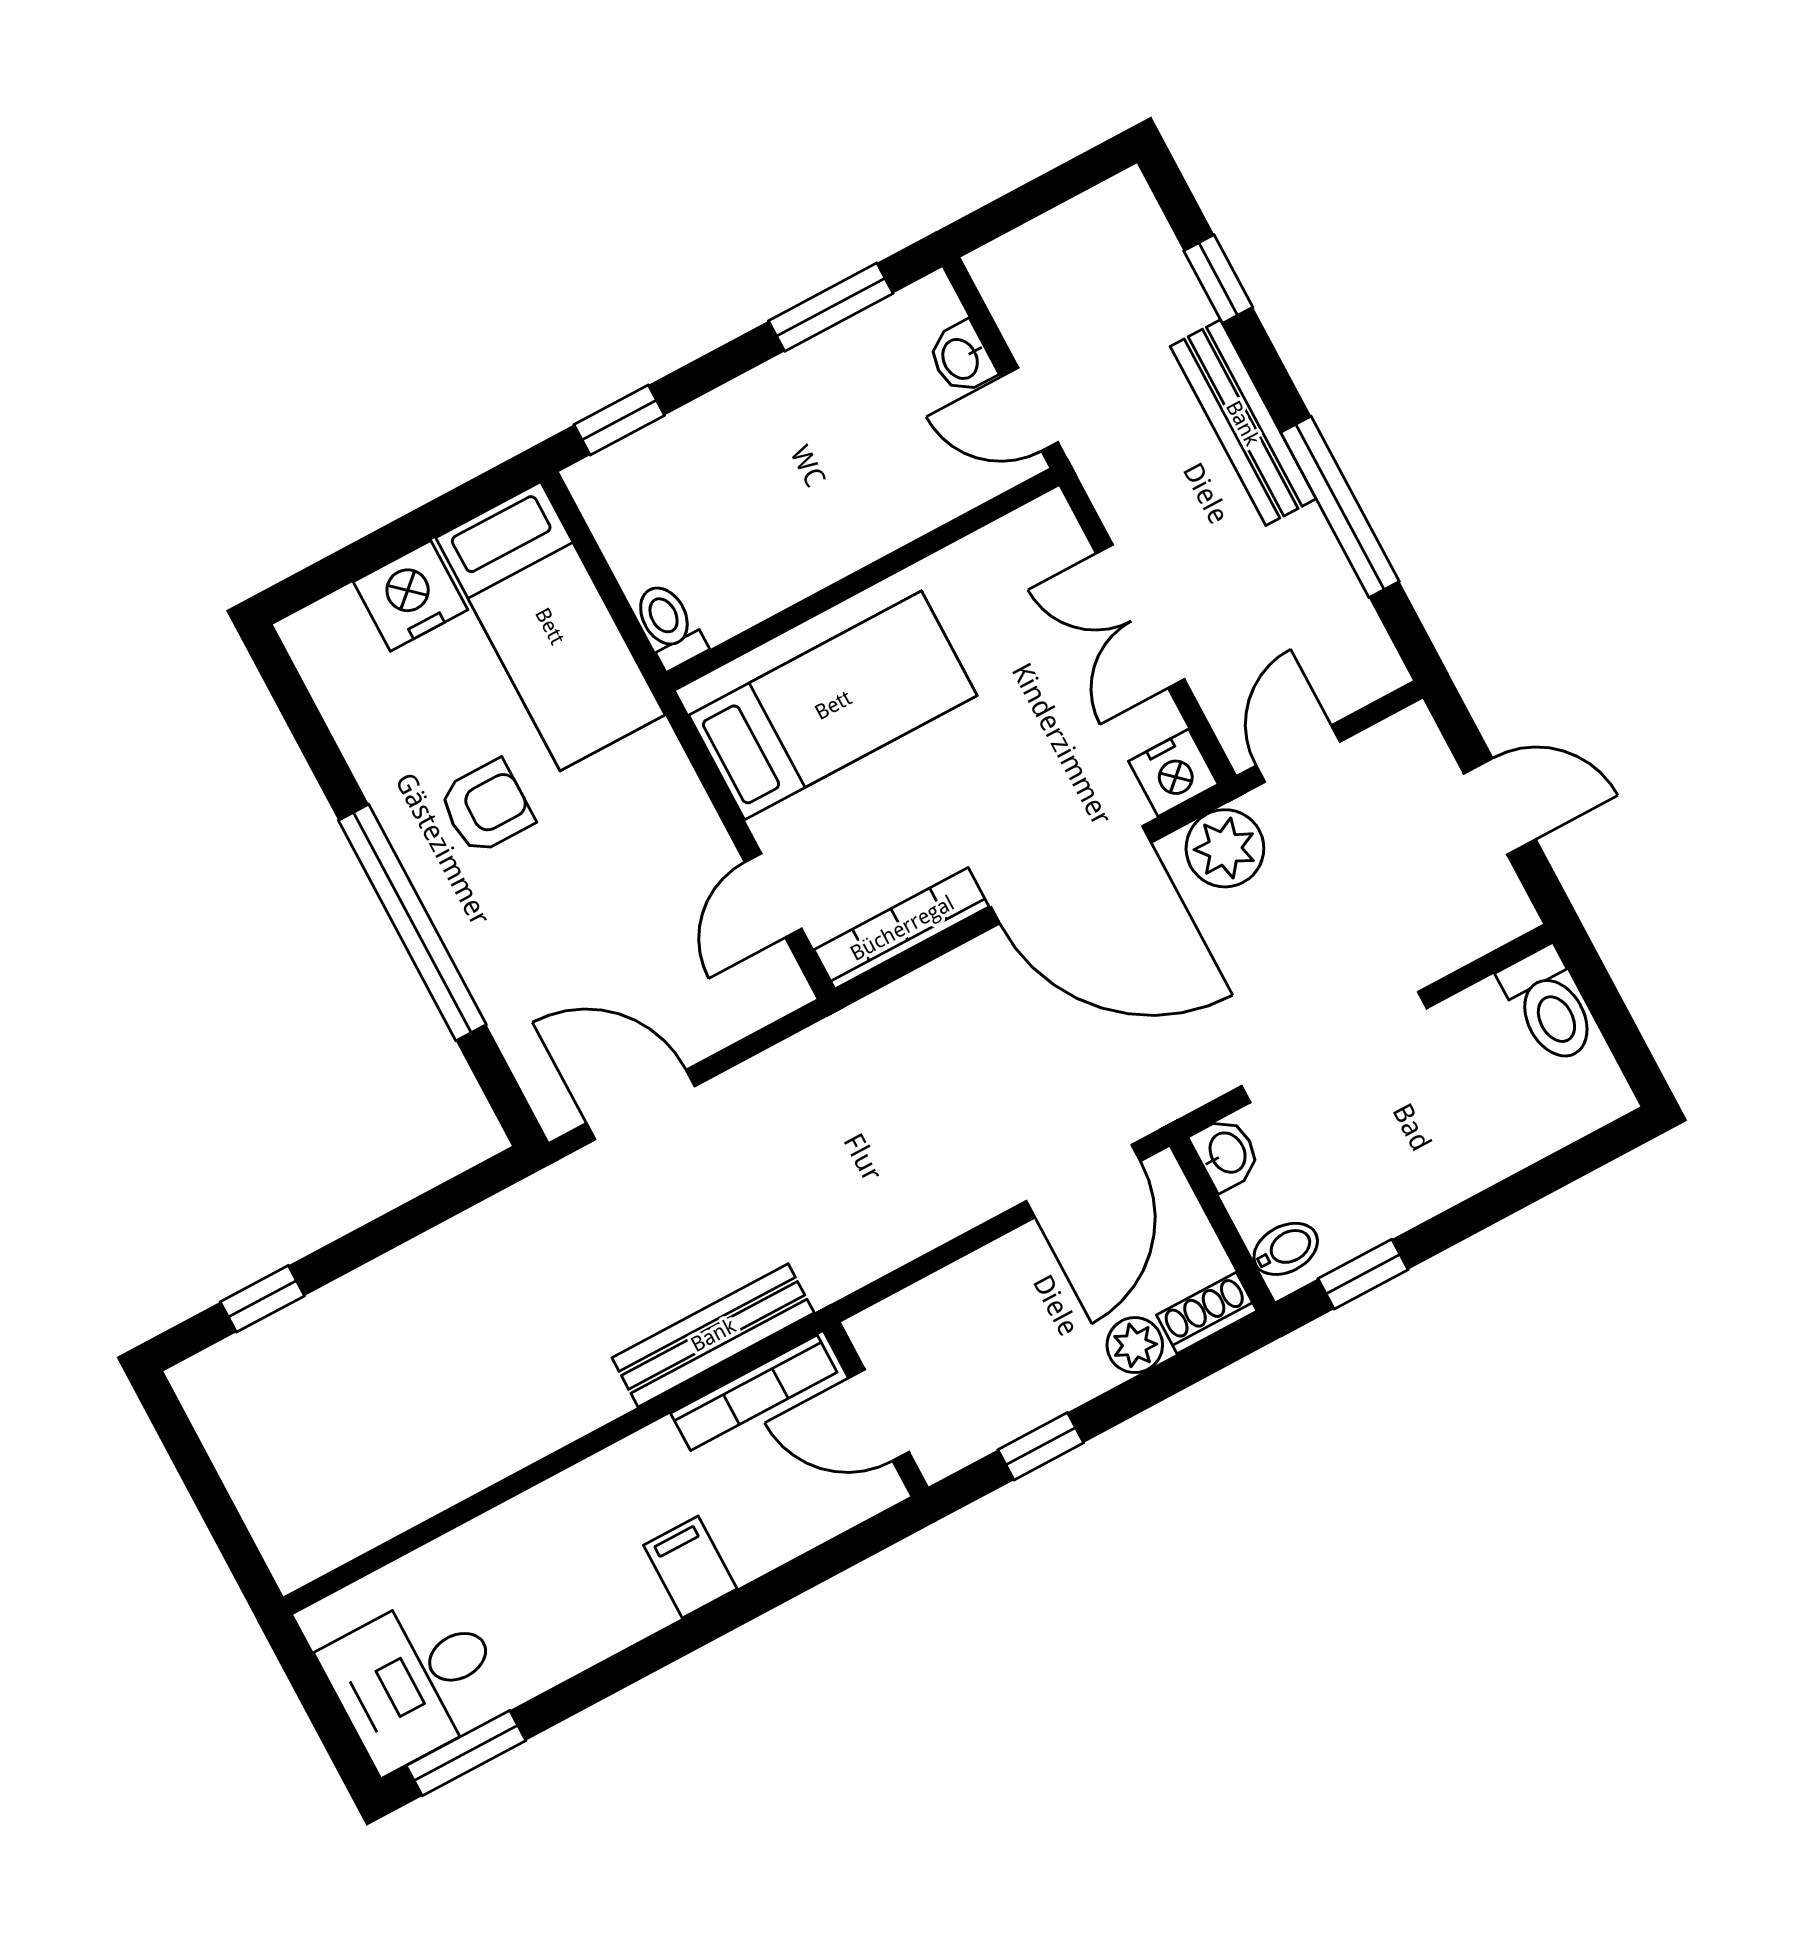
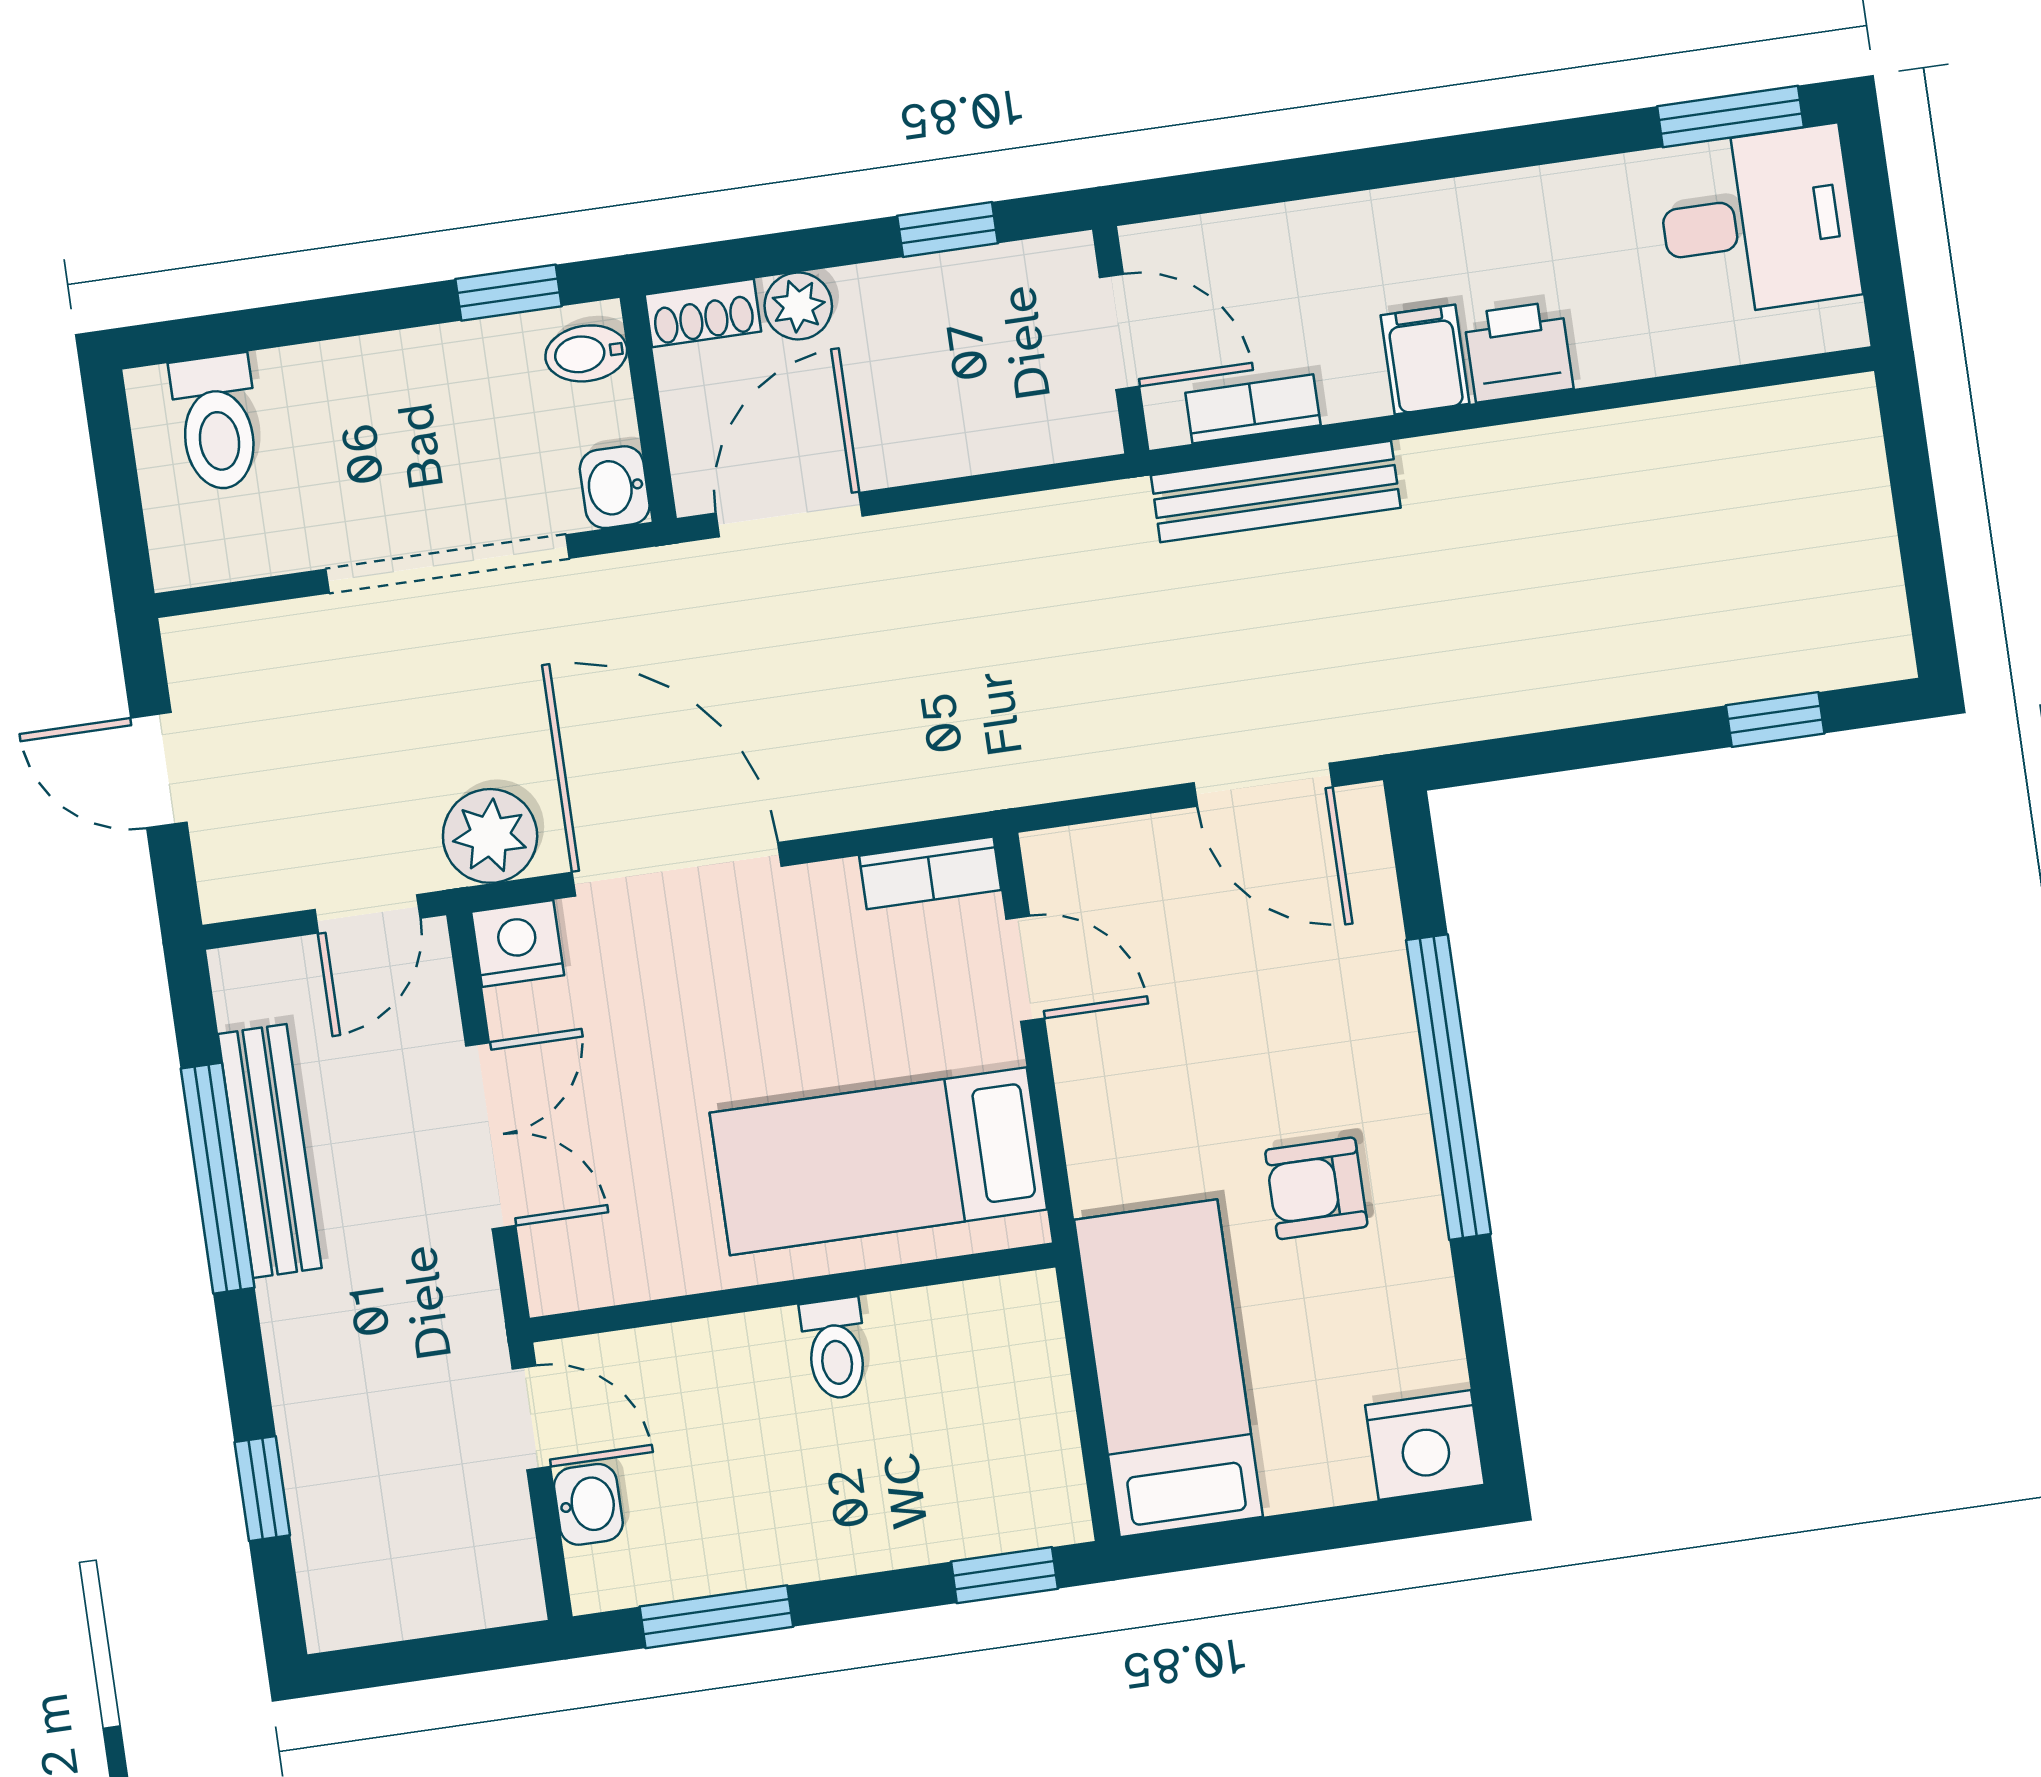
bench: (1243, 423) -> (270, 1151), moved
nightstand: (411, 596) -> (1425, 1445), moved
toilet: (669, 625) -> (835, 1349), moved
door: (773, 896) -> (1025, 969), hinge flipped
bookcase: (902, 928) -> (930, 873), width x0.64
toilet: (1549, 1006) -> (217, 423), moved, turned 180
bookcase: (754, 1393) -> (1253, 409), width x0.64
printer: (564, 1512) -> (1518, 352), added
filing cabinet: (690, 1567) -> (1425, 360), moved, turned 180

